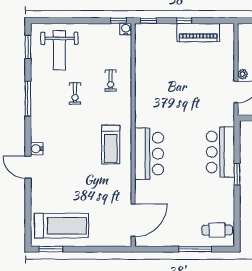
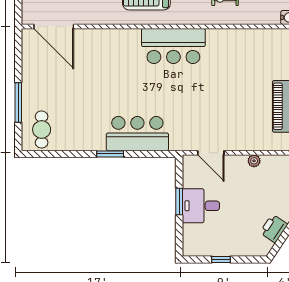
plant: (243, 74) -> (254, 161), moved
bar counter: (149, 154) -> (173, 46), moved

